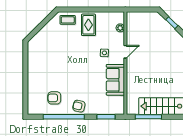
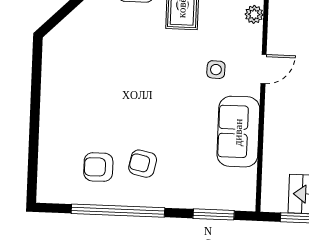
armchair: (79, 106) -> (143, 164), moved

